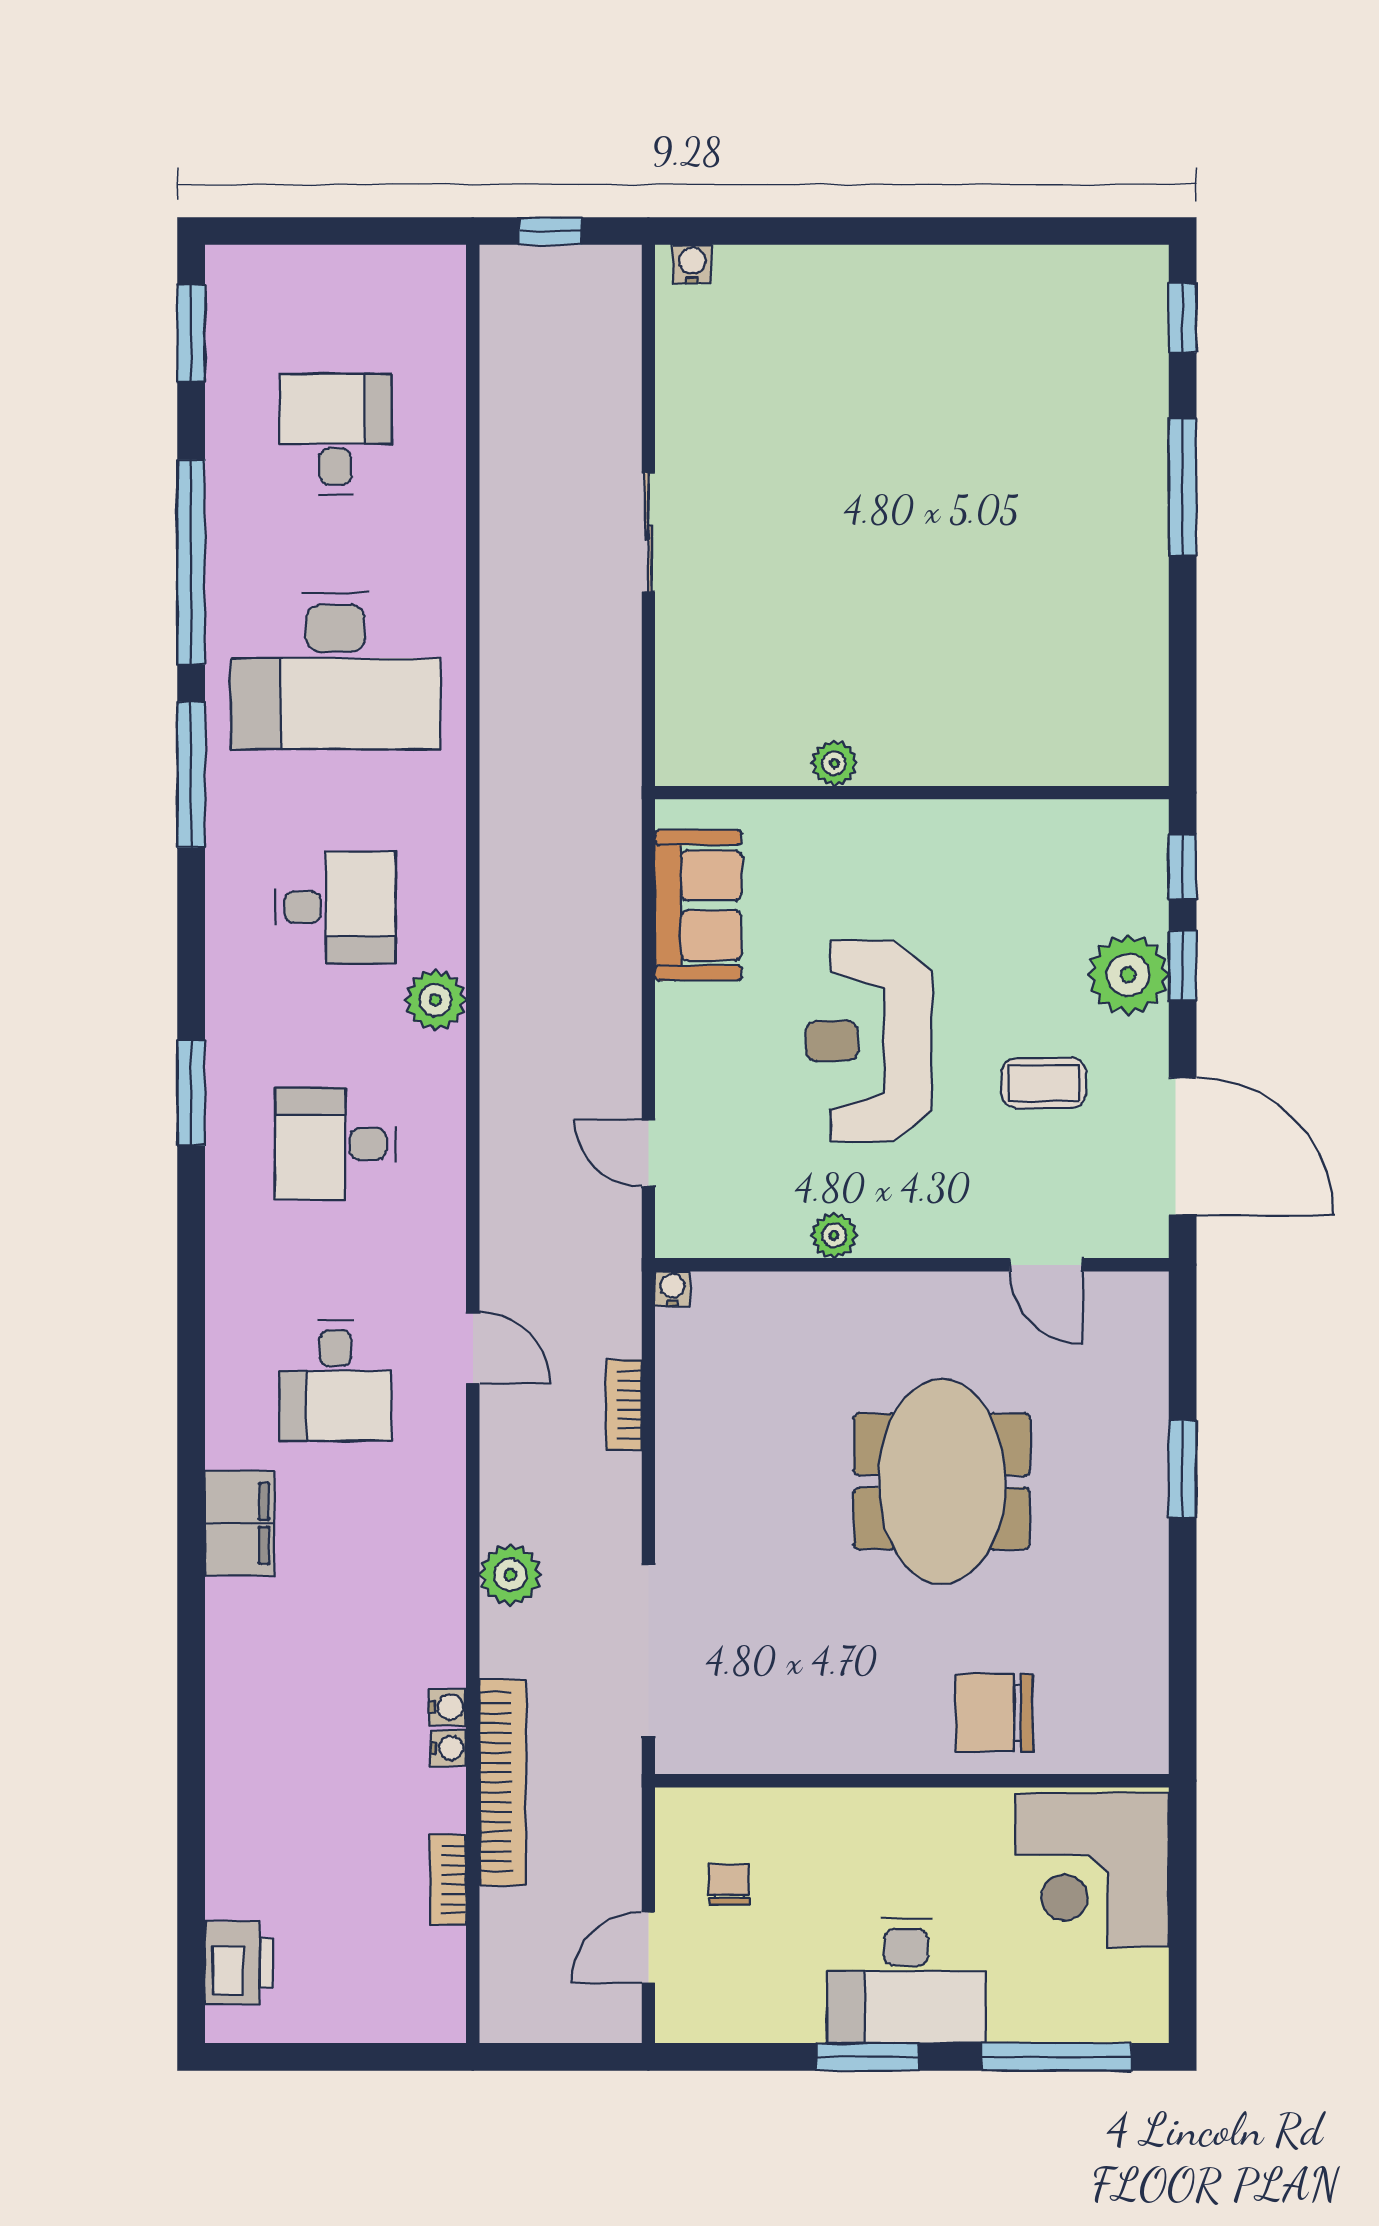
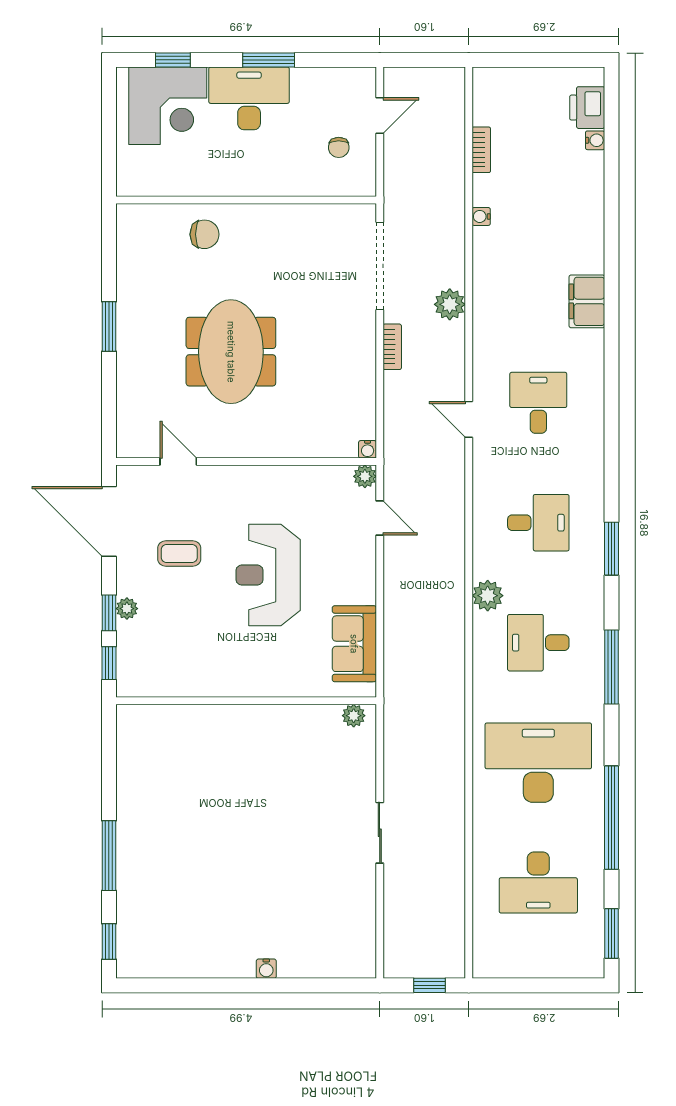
water cooler: (692, 264) -> (266, 969), moved
desk: (335, 434) -> (538, 883), width x1.37
plant: (834, 763) -> (354, 716), moved
window: (191, 775) -> (611, 667), moved
plant: (1128, 975) -> (127, 609), width x0.53, depth x0.53
reception desk: (869, 1041) -> (268, 575), turned 180
plant: (834, 1235) -> (365, 476), moved
bookcase: (624, 1405) -> (392, 347), moved
window: (1183, 1469) -> (109, 327), moved
filing cabinet: (240, 1523) -> (587, 301), moved
water cooler: (447, 1707) -> (595, 140), moved, turned 180
chair: (994, 1713) -> (204, 234), width x0.73, depth x0.73
bookcase: (503, 1782) -> (454, 199), removed
corner desk: (1092, 1870) -> (168, 106), moved, turned 90
window: (1056, 2057) -> (173, 60), width x0.46

